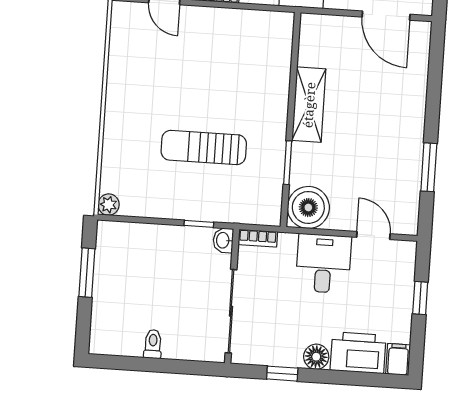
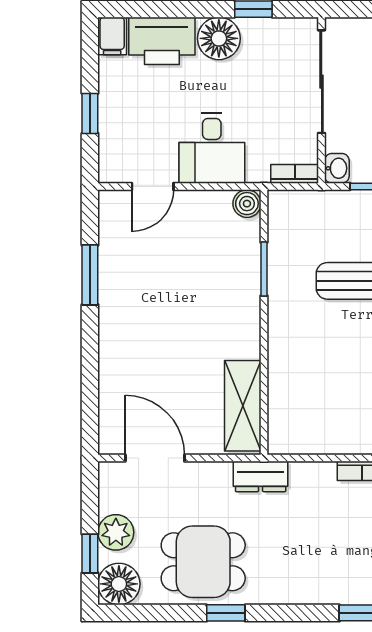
shelving: (309, 105) -> (243, 406), moved
boiler: (308, 207) -> (247, 204), width x0.54, depth x0.54
door: (373, 235) -> (153, 186), hinge flipped
floor lamp: (316, 357) -> (219, 38), width x1.38, depth x1.38

